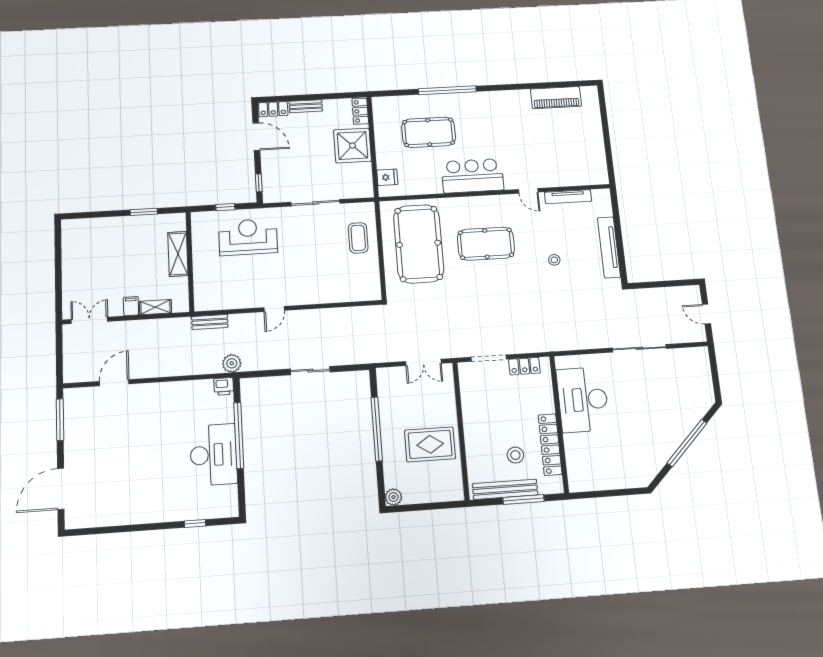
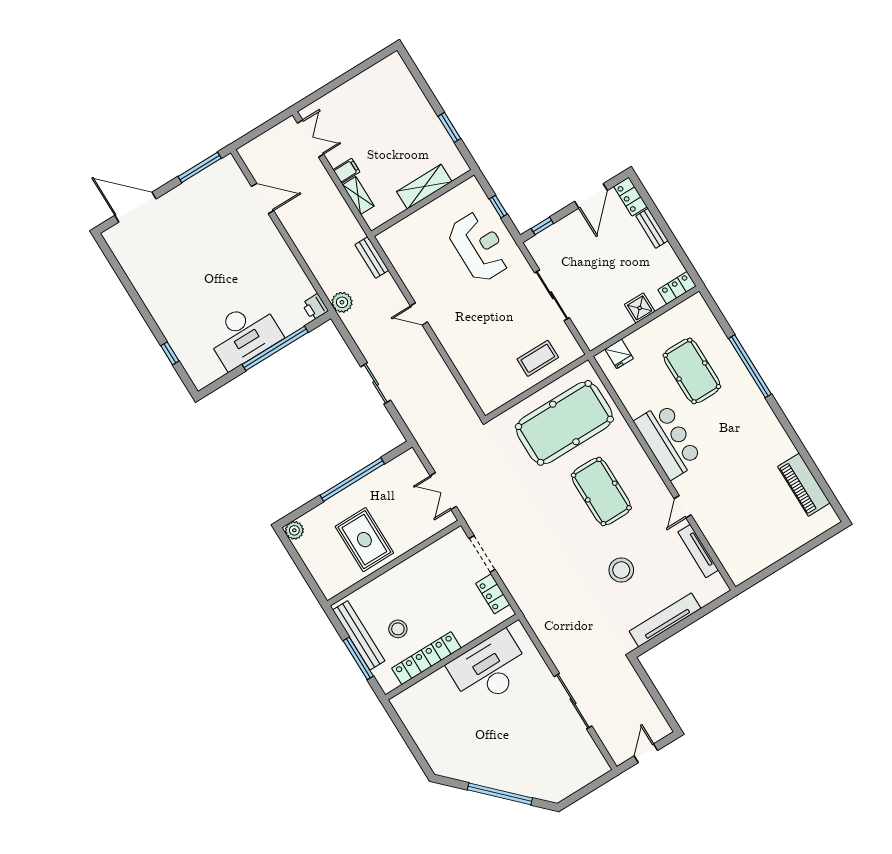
shower: (352, 145) -> (640, 308), width x0.54, depth x0.54
stool: (554, 260) -> (621, 570), width x1.89, depth x1.89

